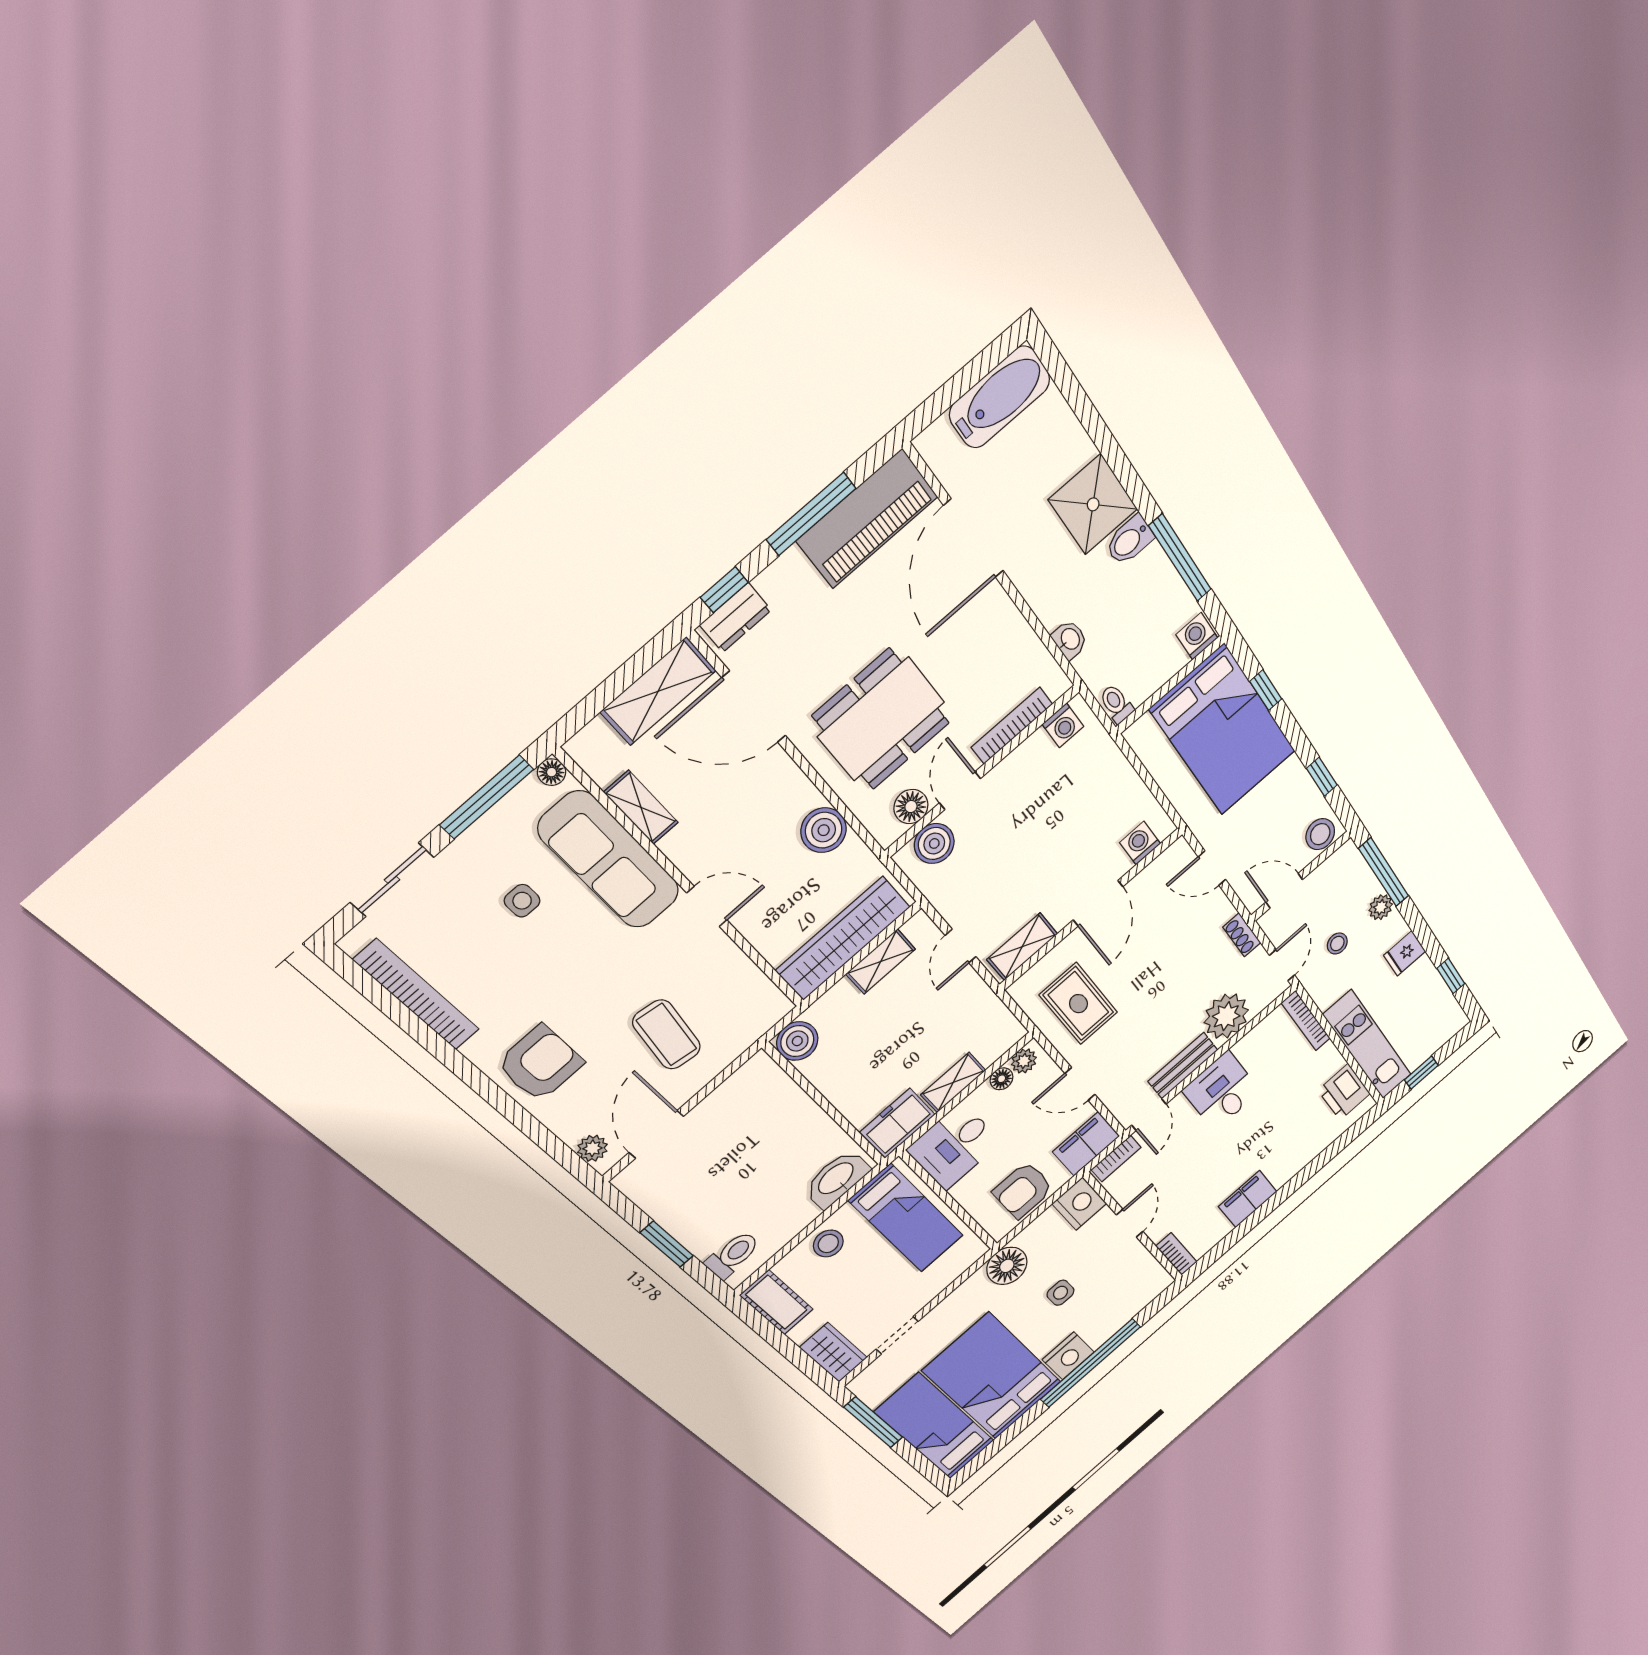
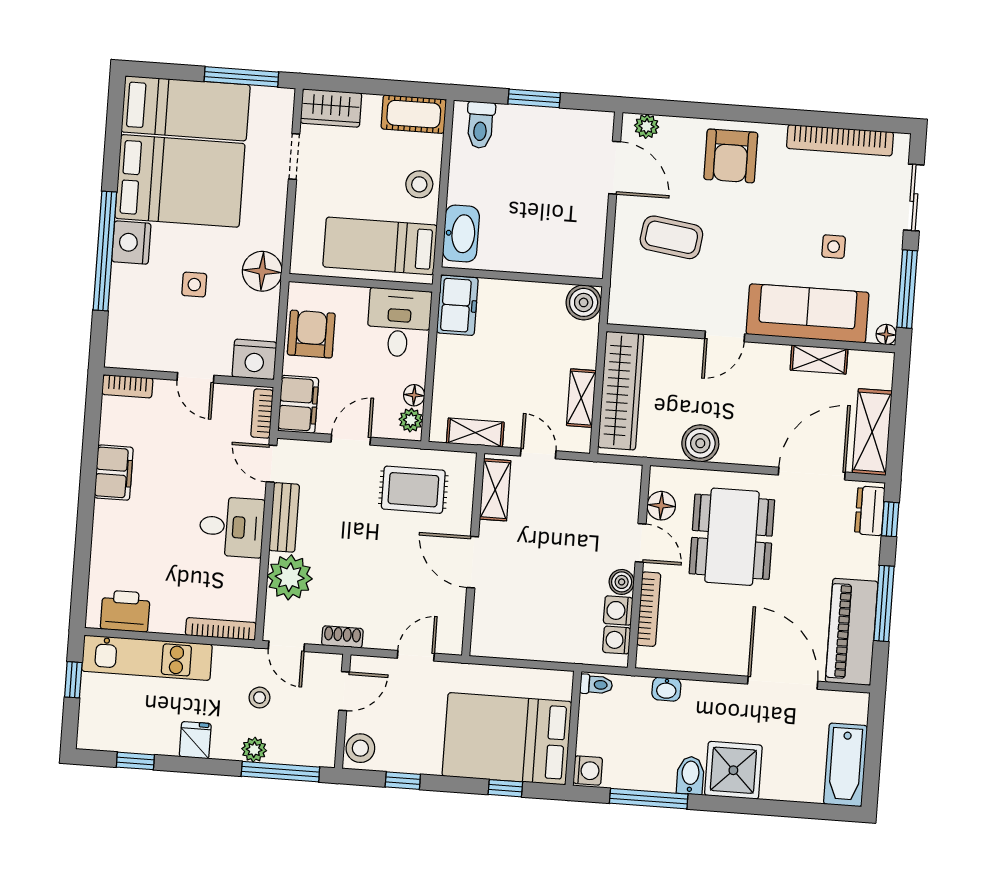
boiler: (934, 843) -> (622, 582), moved, width x0.73, depth x0.73
washing machine: (1140, 843) -> (618, 611), moved, turned 180
shelving: (953, 1082) -> (475, 433), moved, turned 90

